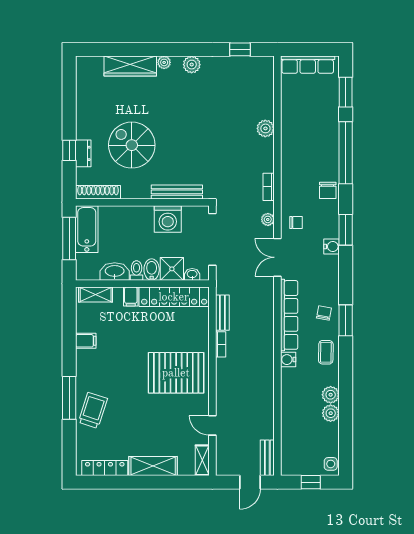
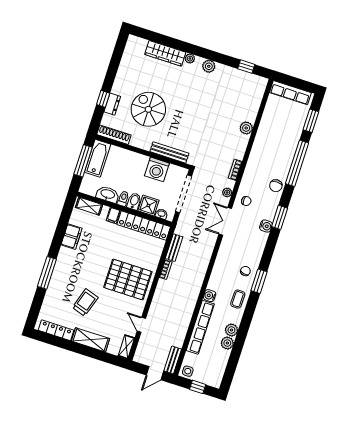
row of seats: (289, 315) -> (200, 327), moved
filing cabinet: (86, 341) -> (72, 237), width x2.00
trolley: (93, 410) -> (85, 302), moved
side table: (331, 464) -> (188, 371), moved

